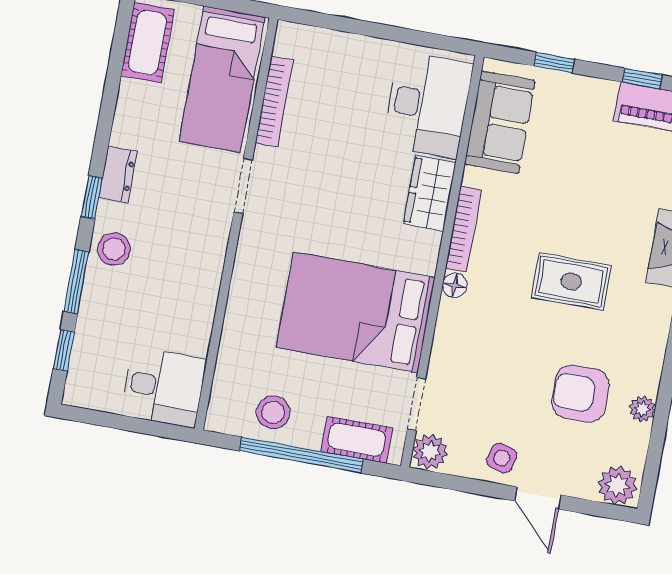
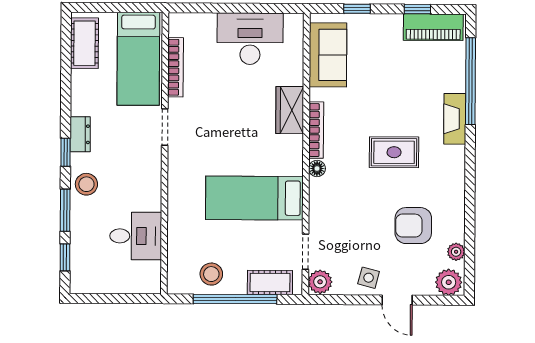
desk: (428, 105) -> (250, 39), moved, turned -90
bed: (356, 312) -> (254, 198), width x0.67
desk: (164, 387) -> (136, 236), moved
plant: (642, 409) -> (456, 252), moved

